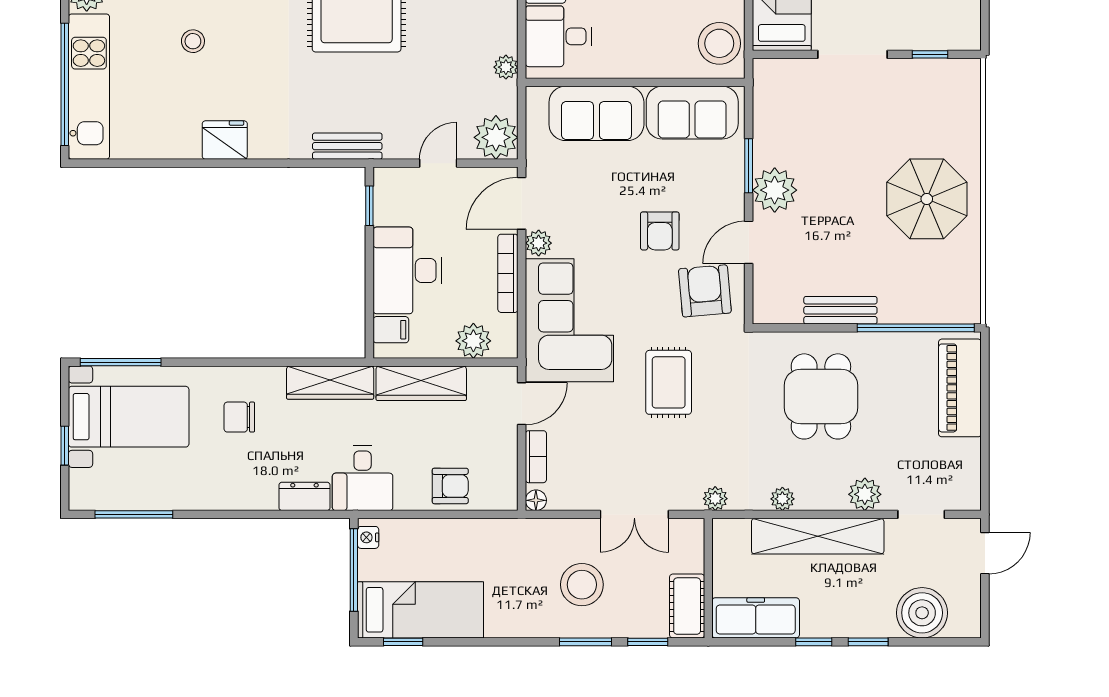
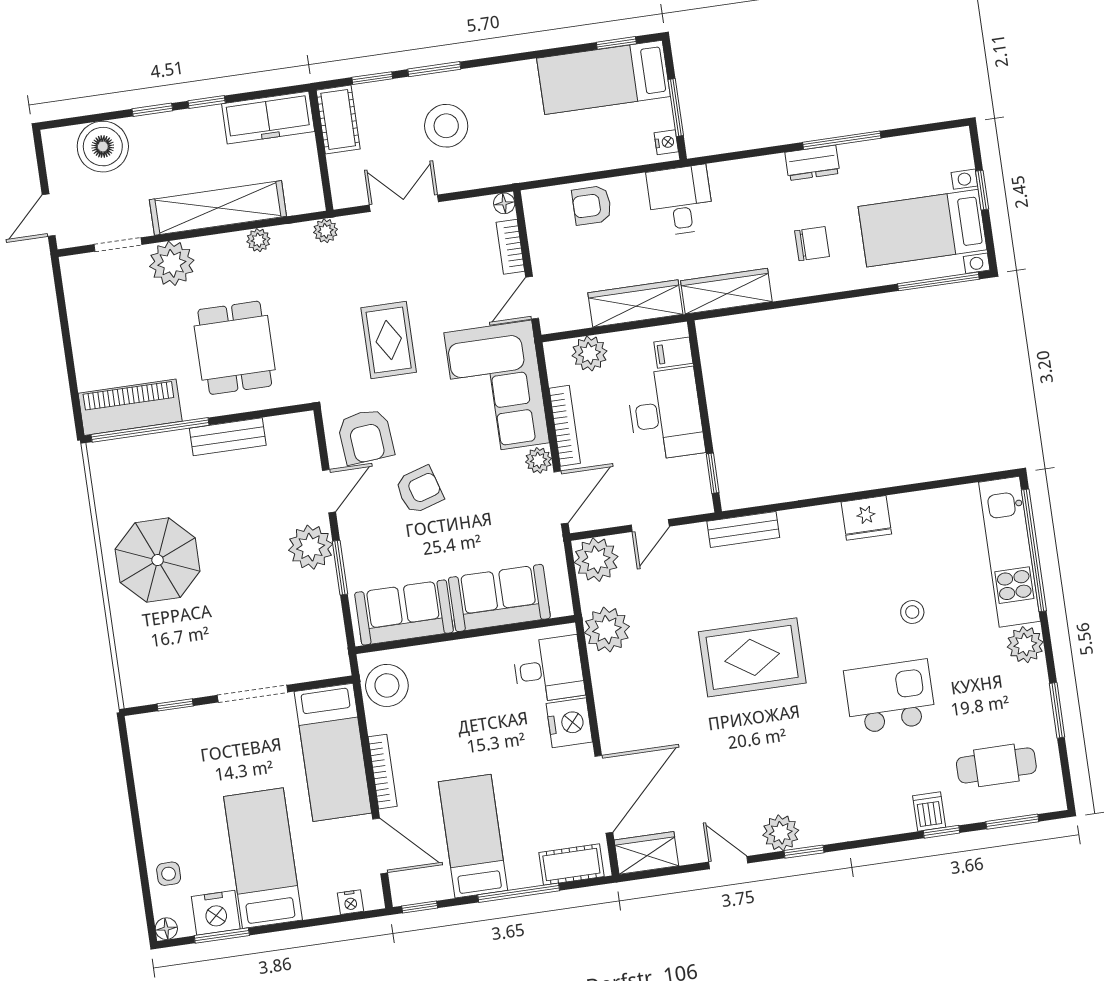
plant: (506, 67) -> (607, 630), width x1.87, depth x1.87
armchair: (660, 231) -> (419, 490), turned 73
piano: (960, 388) -> (130, 407), moved, turned -90
plant: (865, 494) -> (172, 263), width x1.36, depth x1.36
dresser: (304, 496) -> (812, 163), moved
window: (134, 514) -> (842, 140), moved
window: (354, 570) -> (676, 108), width x0.69

